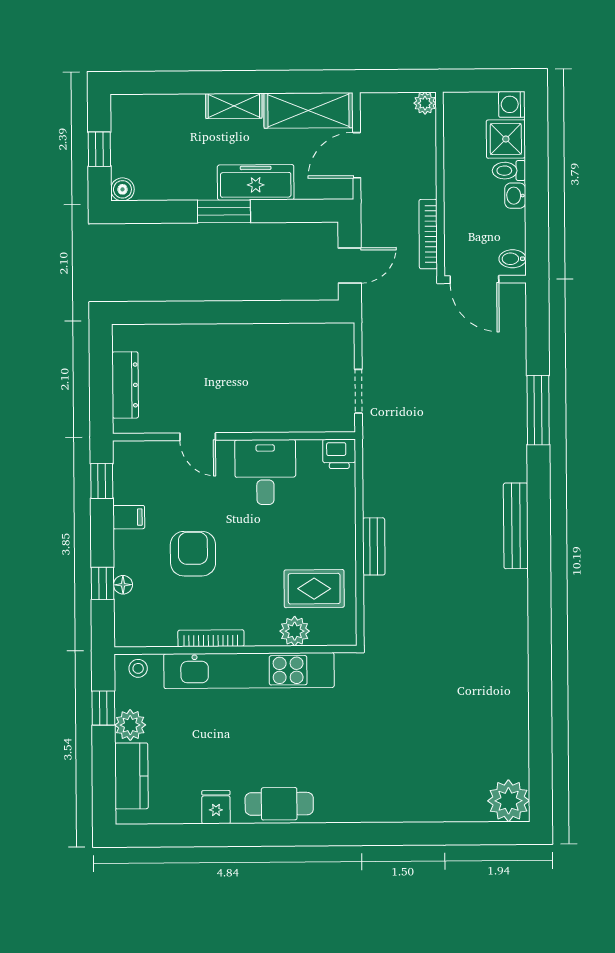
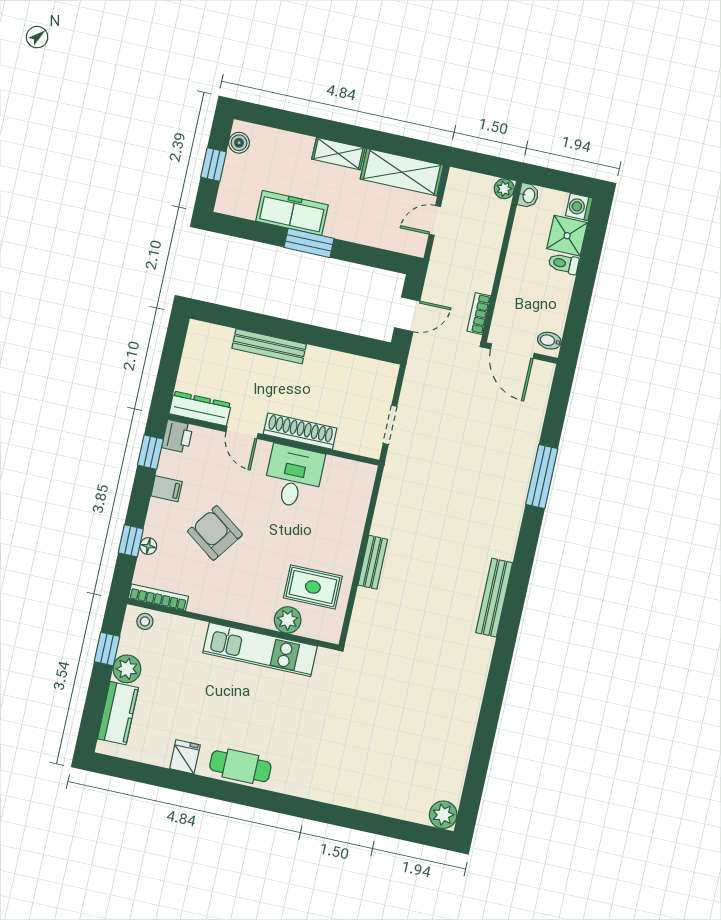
door: (357, 155) -> (435, 220), width x0.73
freezer: (256, 182) -> (292, 213), moved
boiler: (122, 189) -> (239, 143), moved
washbasin: (515, 196) -> (528, 195), moved, turned 180
bookcase: (428, 234) -> (479, 314), width x0.64
bench: (206, 335) -> (269, 346), added
dresser: (125, 385) -> (200, 409), moved, turned -90
shoe rack: (261, 421) -> (300, 431), added
printer: (339, 454) -> (177, 436), moved, turned -90
bench: (516, 526) -> (494, 598), moved
armchair: (193, 554) -> (215, 533), turned -54
bookcase: (211, 638) -> (158, 597), moved
kitchen unit: (249, 671) -> (260, 649), width x0.73
plant: (509, 801) -> (443, 815), width x0.73, depth x0.73

